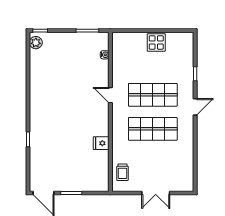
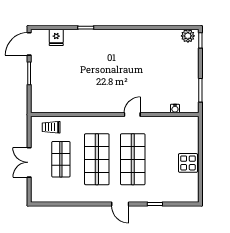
fridge: (101, 143) -> (56, 37), moved, turned 180
shop shelf: (153, 163) -> (61, 159), added

